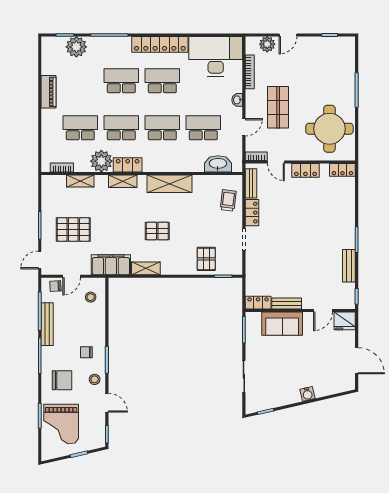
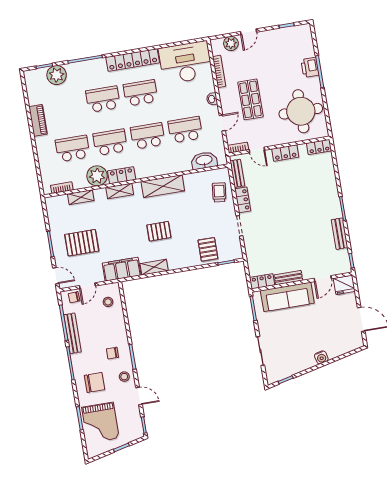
printer: (347, 84) -> (310, 67), added
door: (40, 260) -> (56, 276), swing flipped
sofa: (282, 324) -> (287, 297), width x1.36

